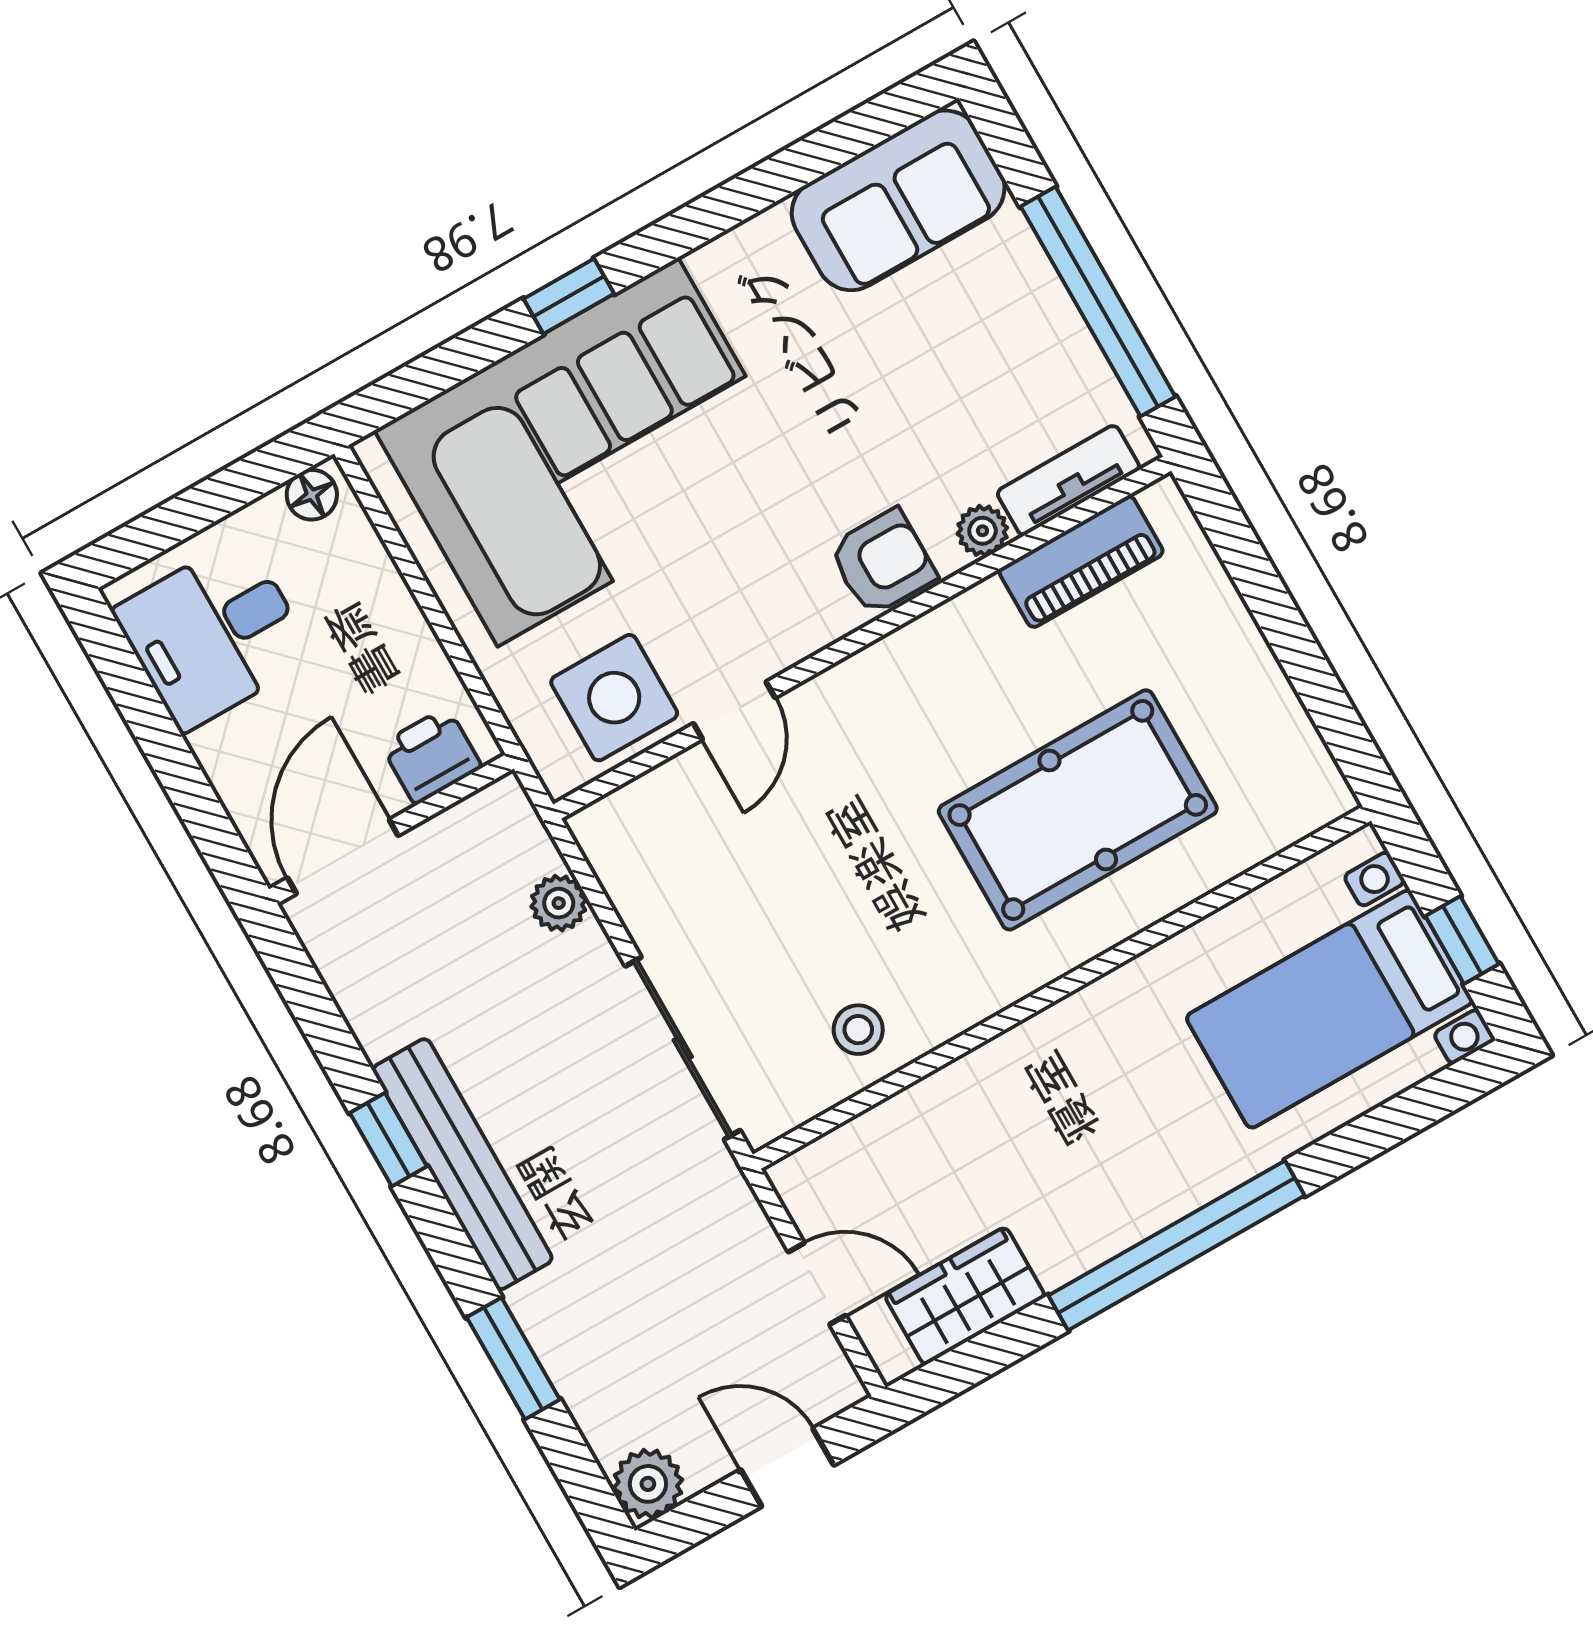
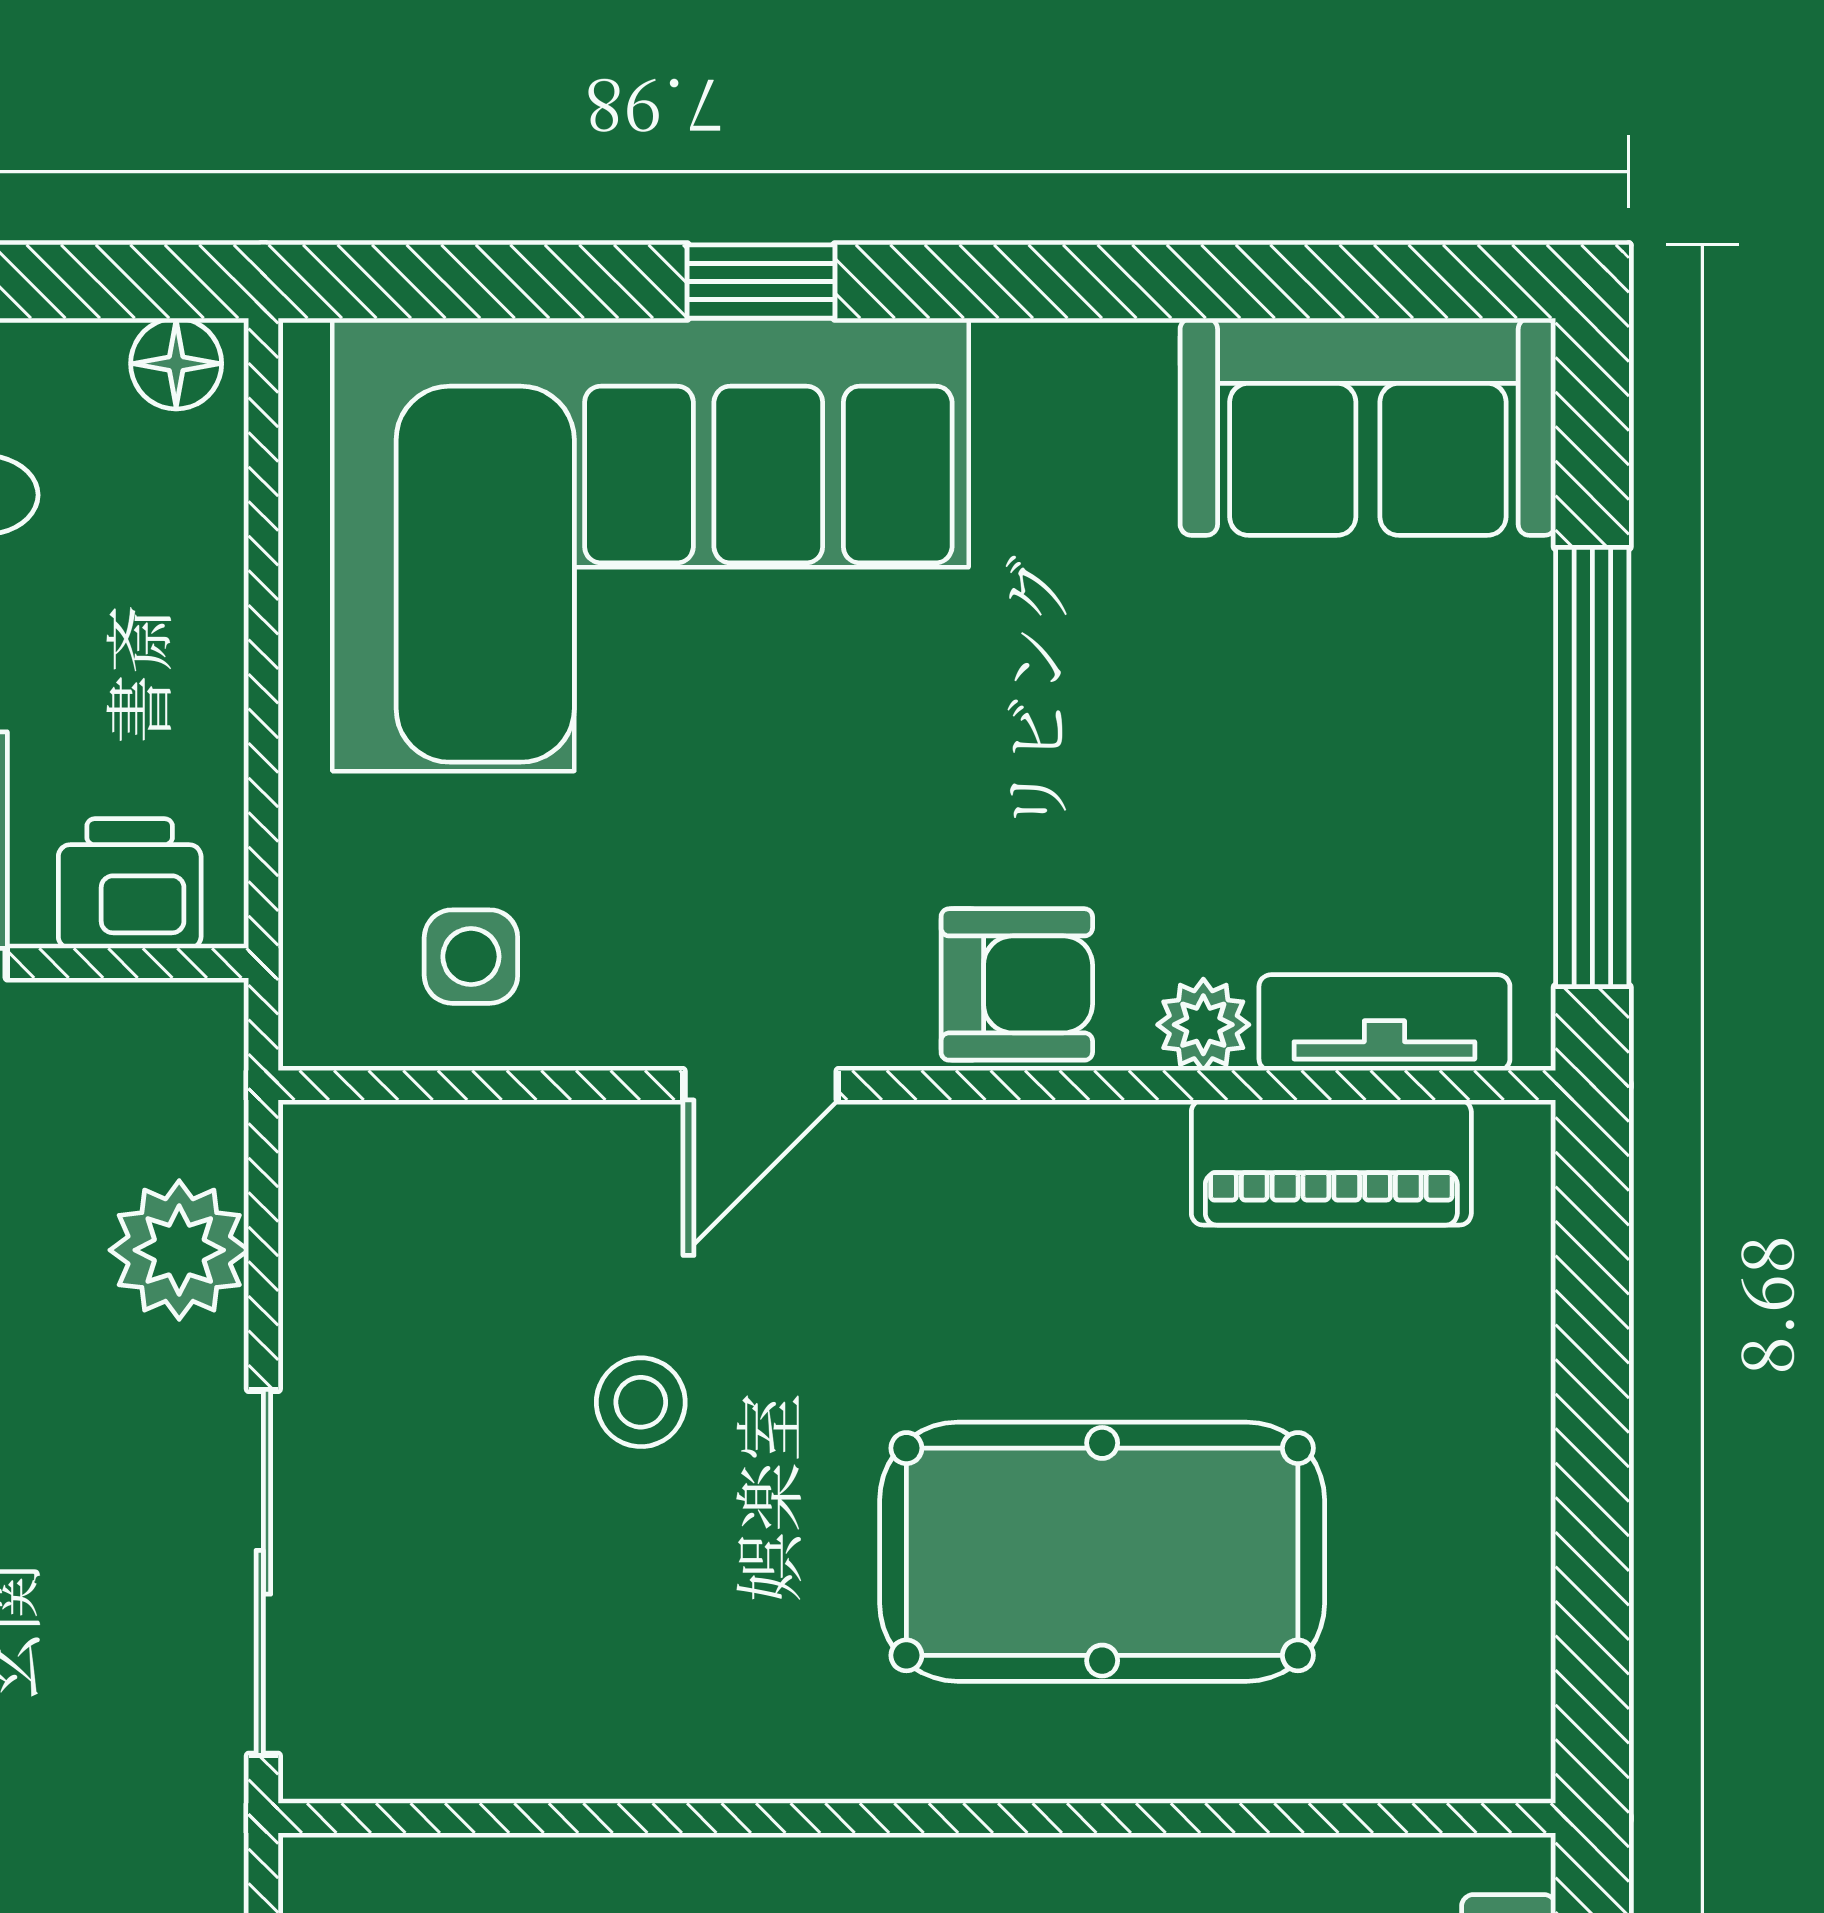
side table: (614, 698) -> (471, 957), width x0.54, depth x0.54
door: (734, 711) -> (761, 1085), moved
plant: (559, 903) -> (179, 1250), width x1.38, depth x1.38
stool: (858, 1030) -> (641, 1402), moved

